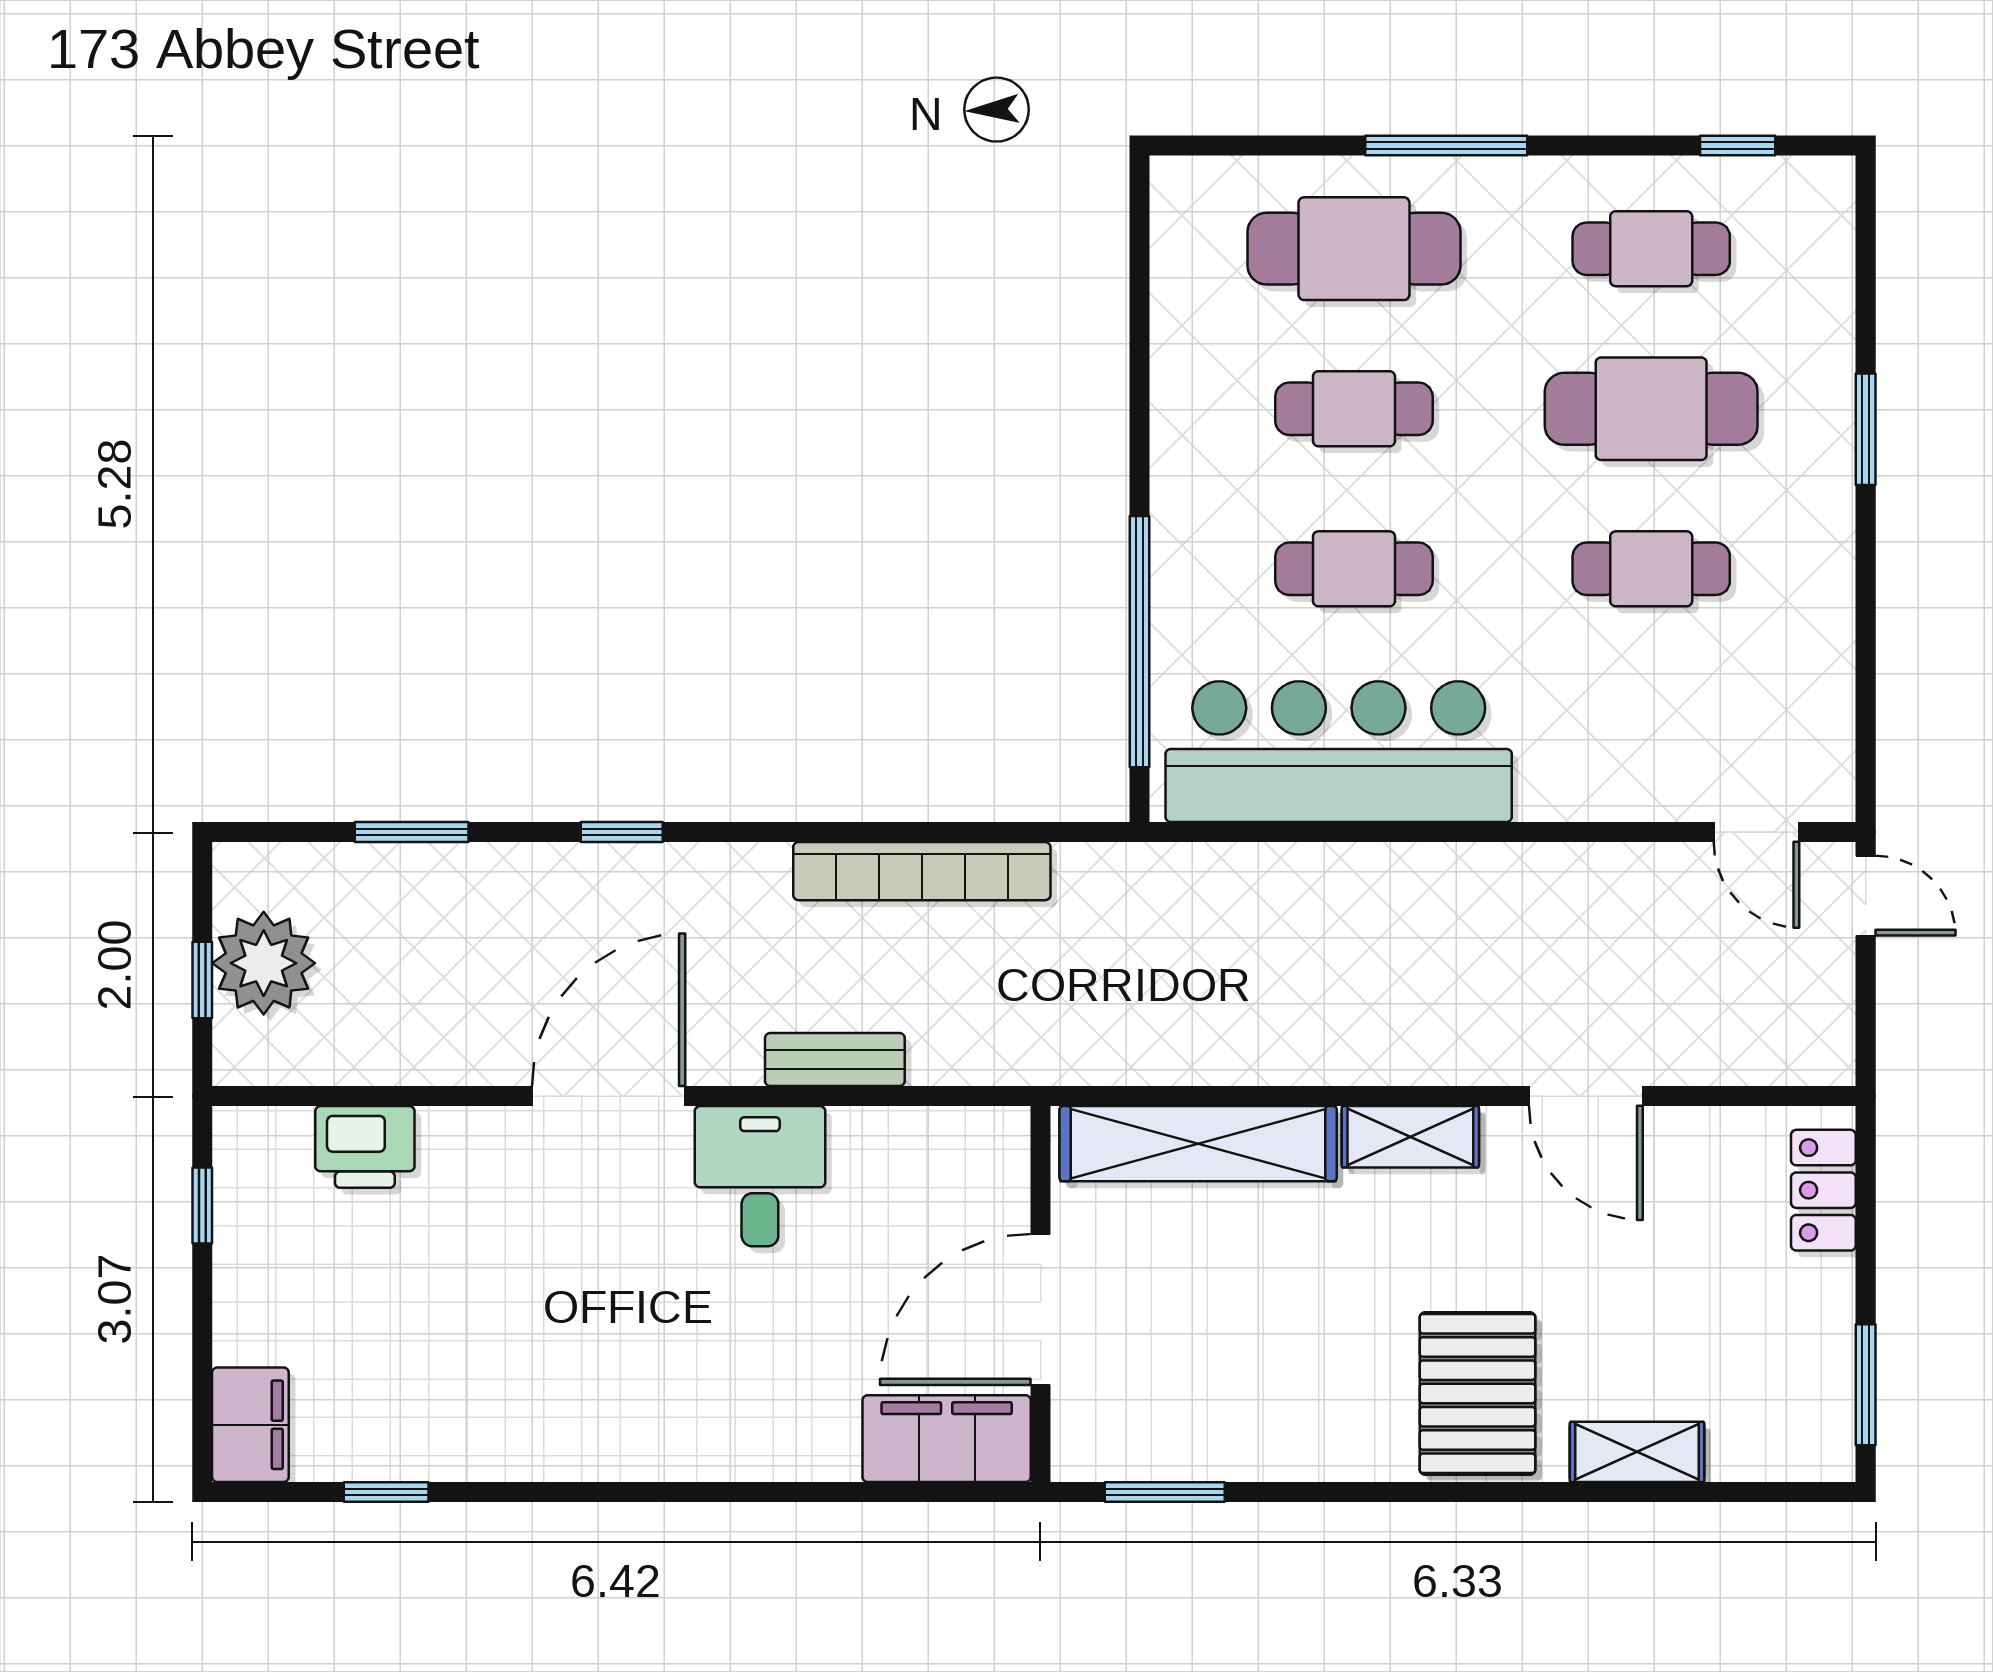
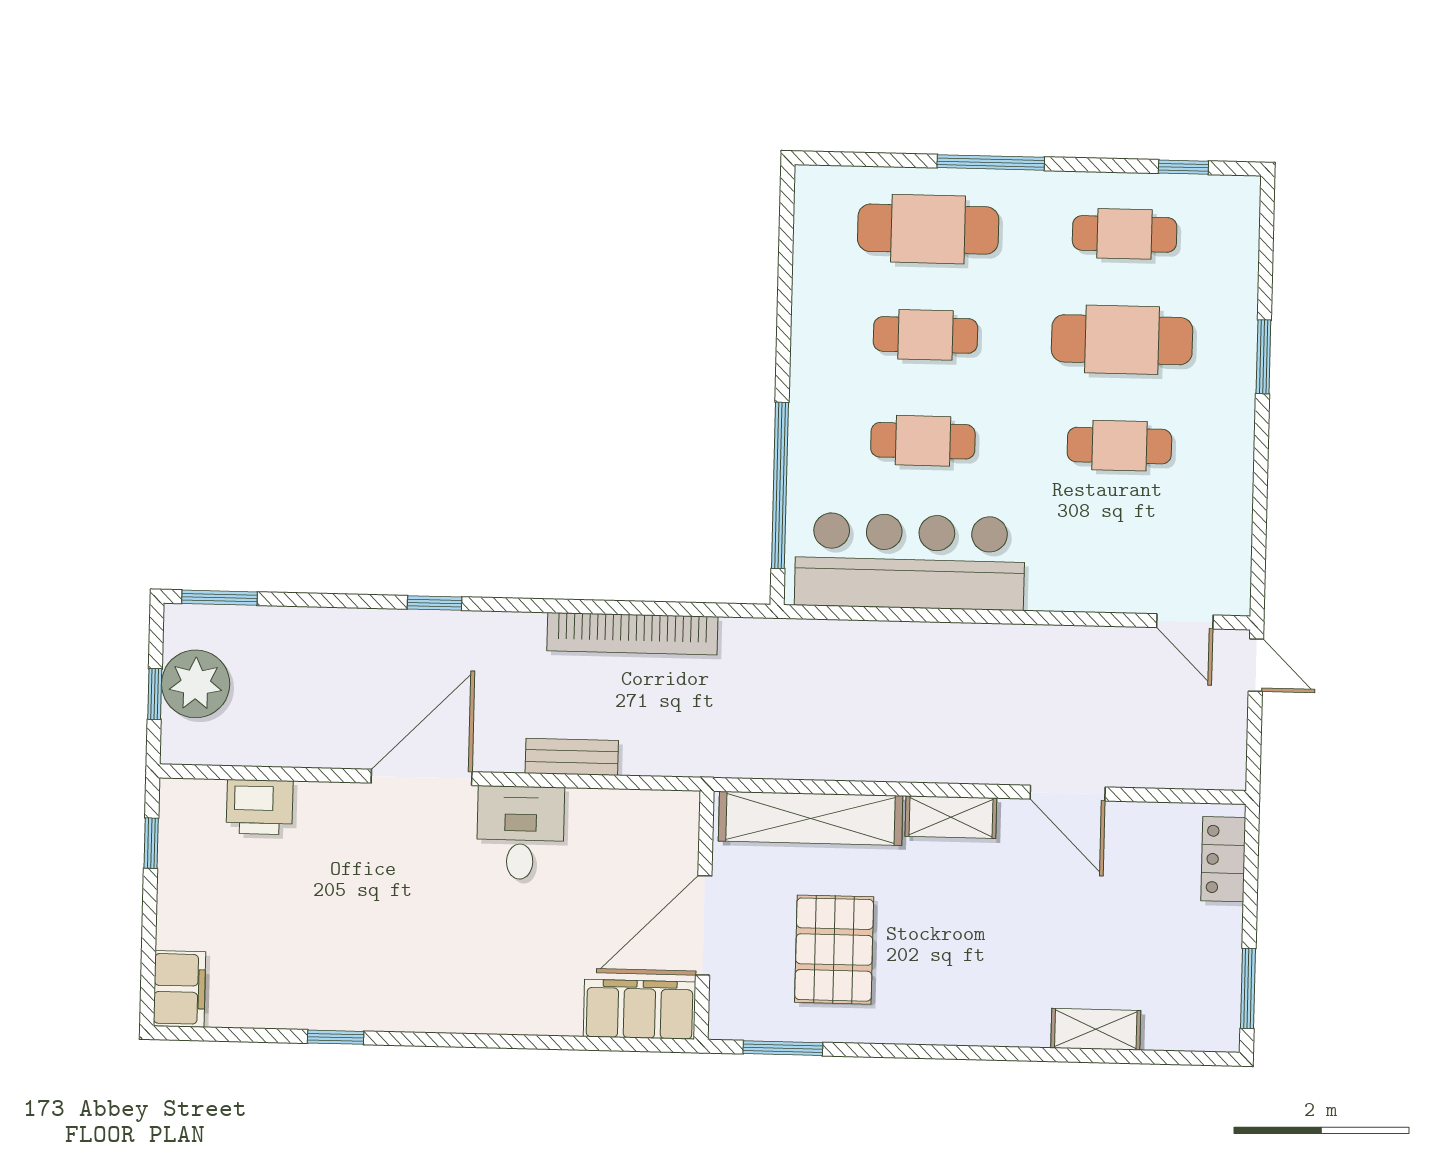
window: (412, 832) -> (220, 598), moved
pallet: (1478, 1393) -> (834, 950), moved
window: (386, 1492) -> (336, 1037), moved

